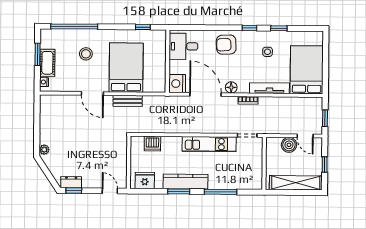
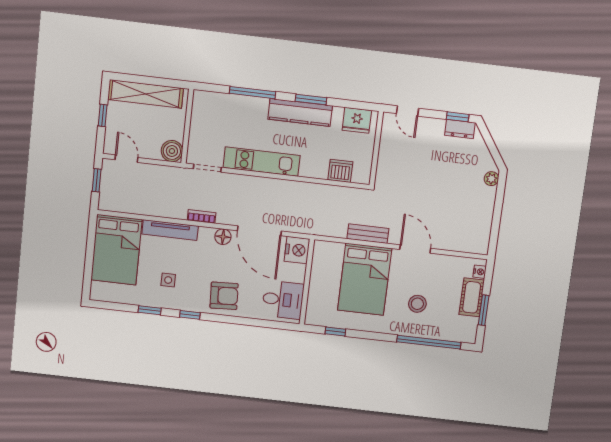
boiler: (289, 145) -> (172, 151), moved

